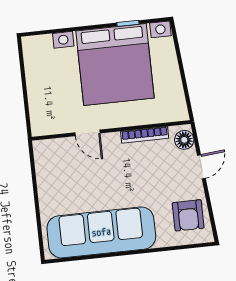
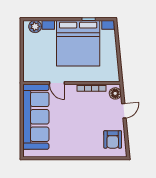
plant: (42, 45) -> (35, 27), added
sofa: (101, 232) -> (36, 117), moved, turned 90

